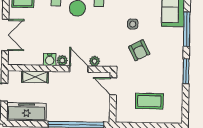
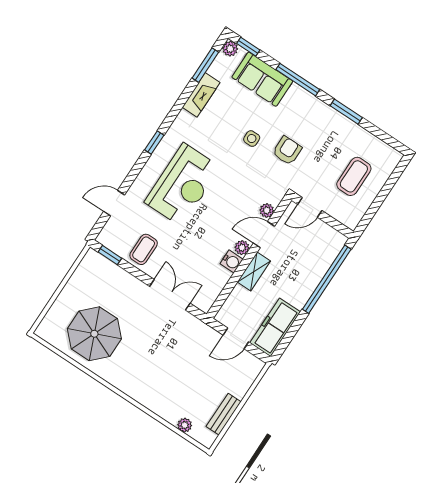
armchair: (139, 50) -> (287, 151), turned -63
shelving: (35, 77) -> (254, 272), moved

